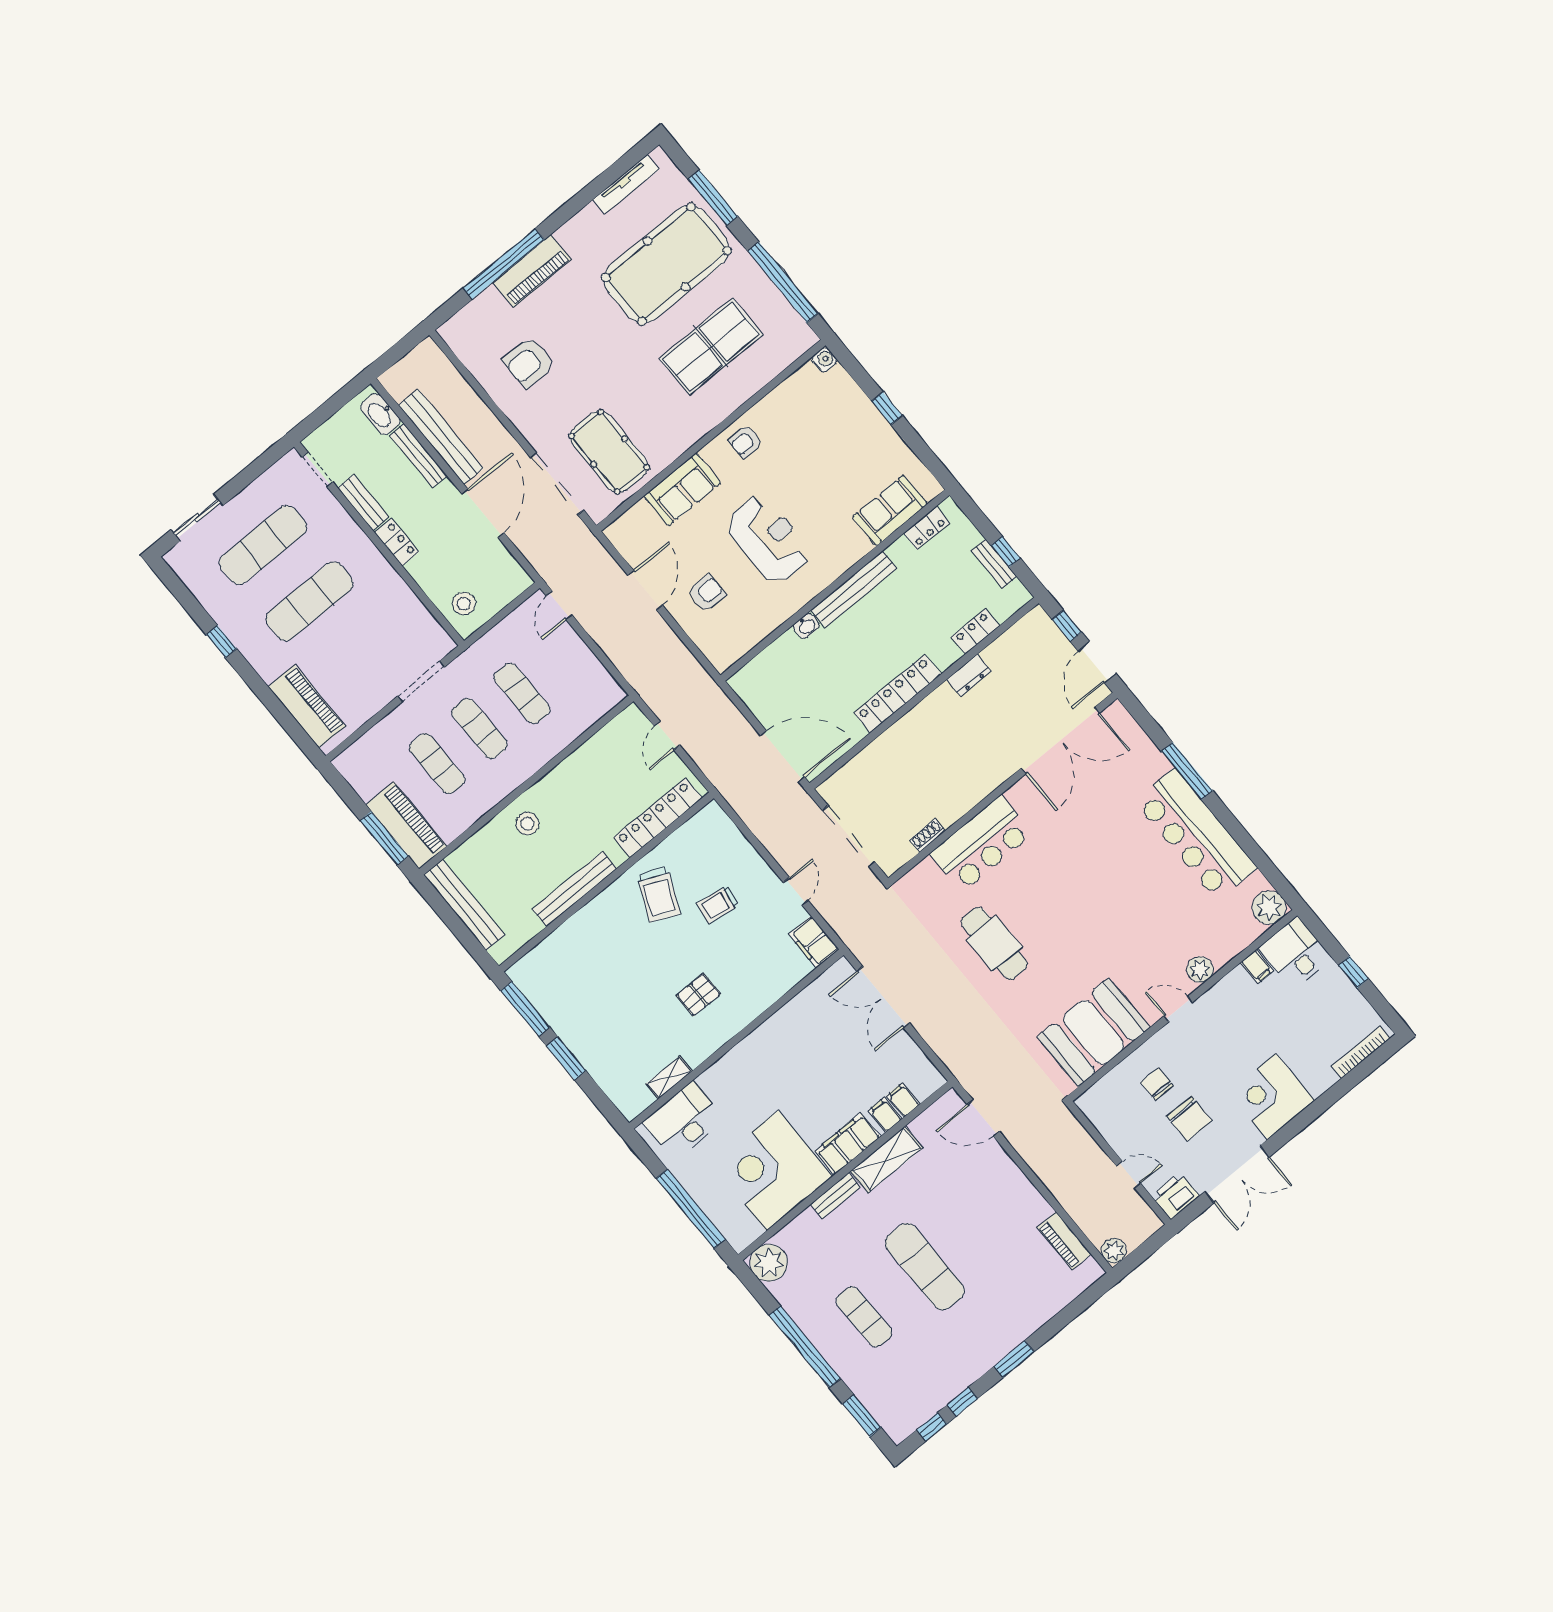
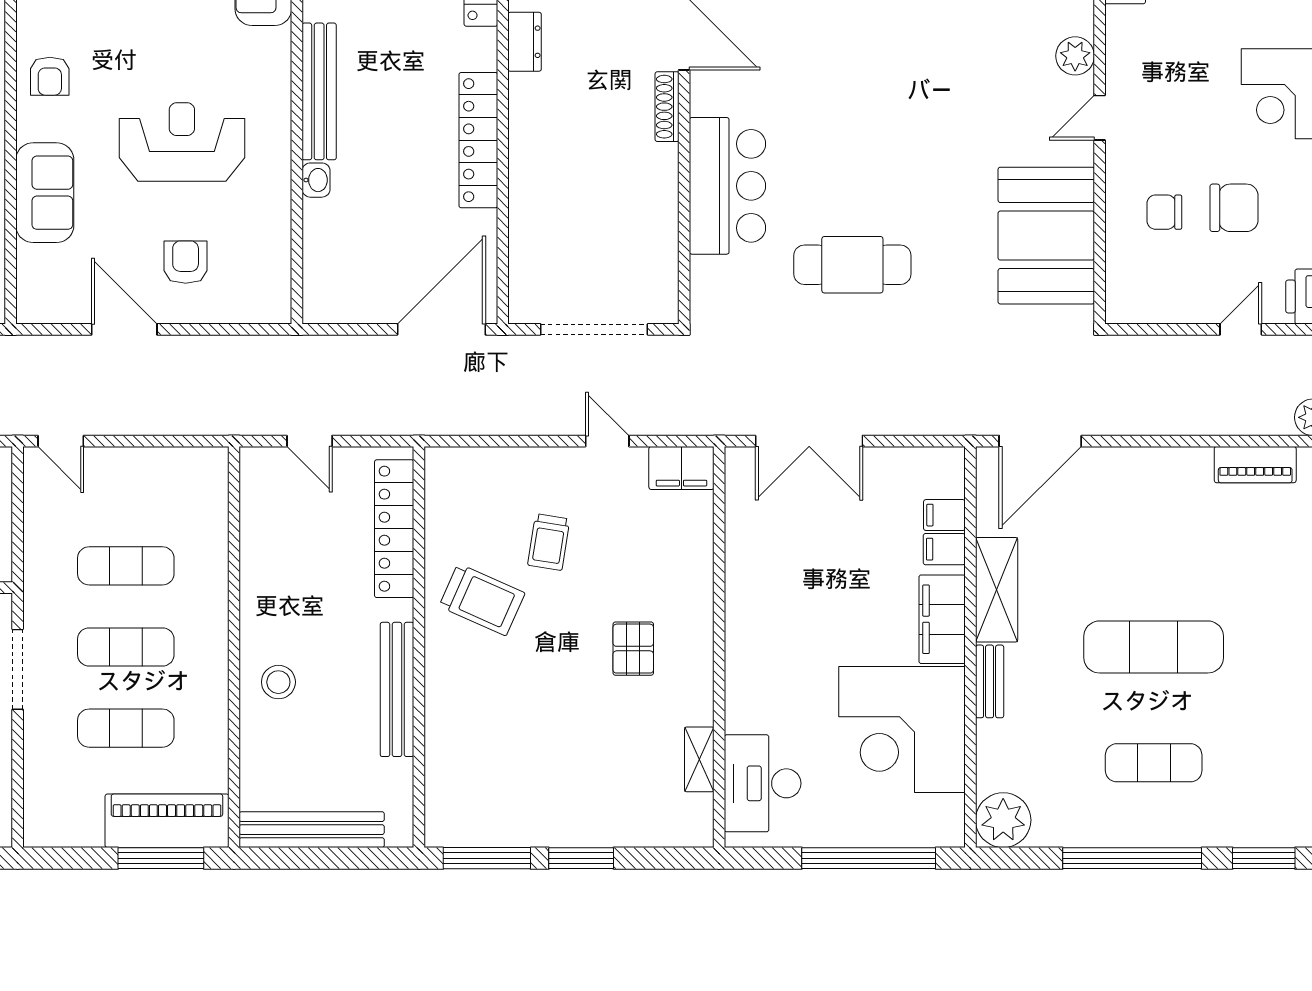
shoe rack: (927, 835) -> (667, 107), moved, width x1.43
door: (983, 1118) -> (1040, 441), width x1.36

